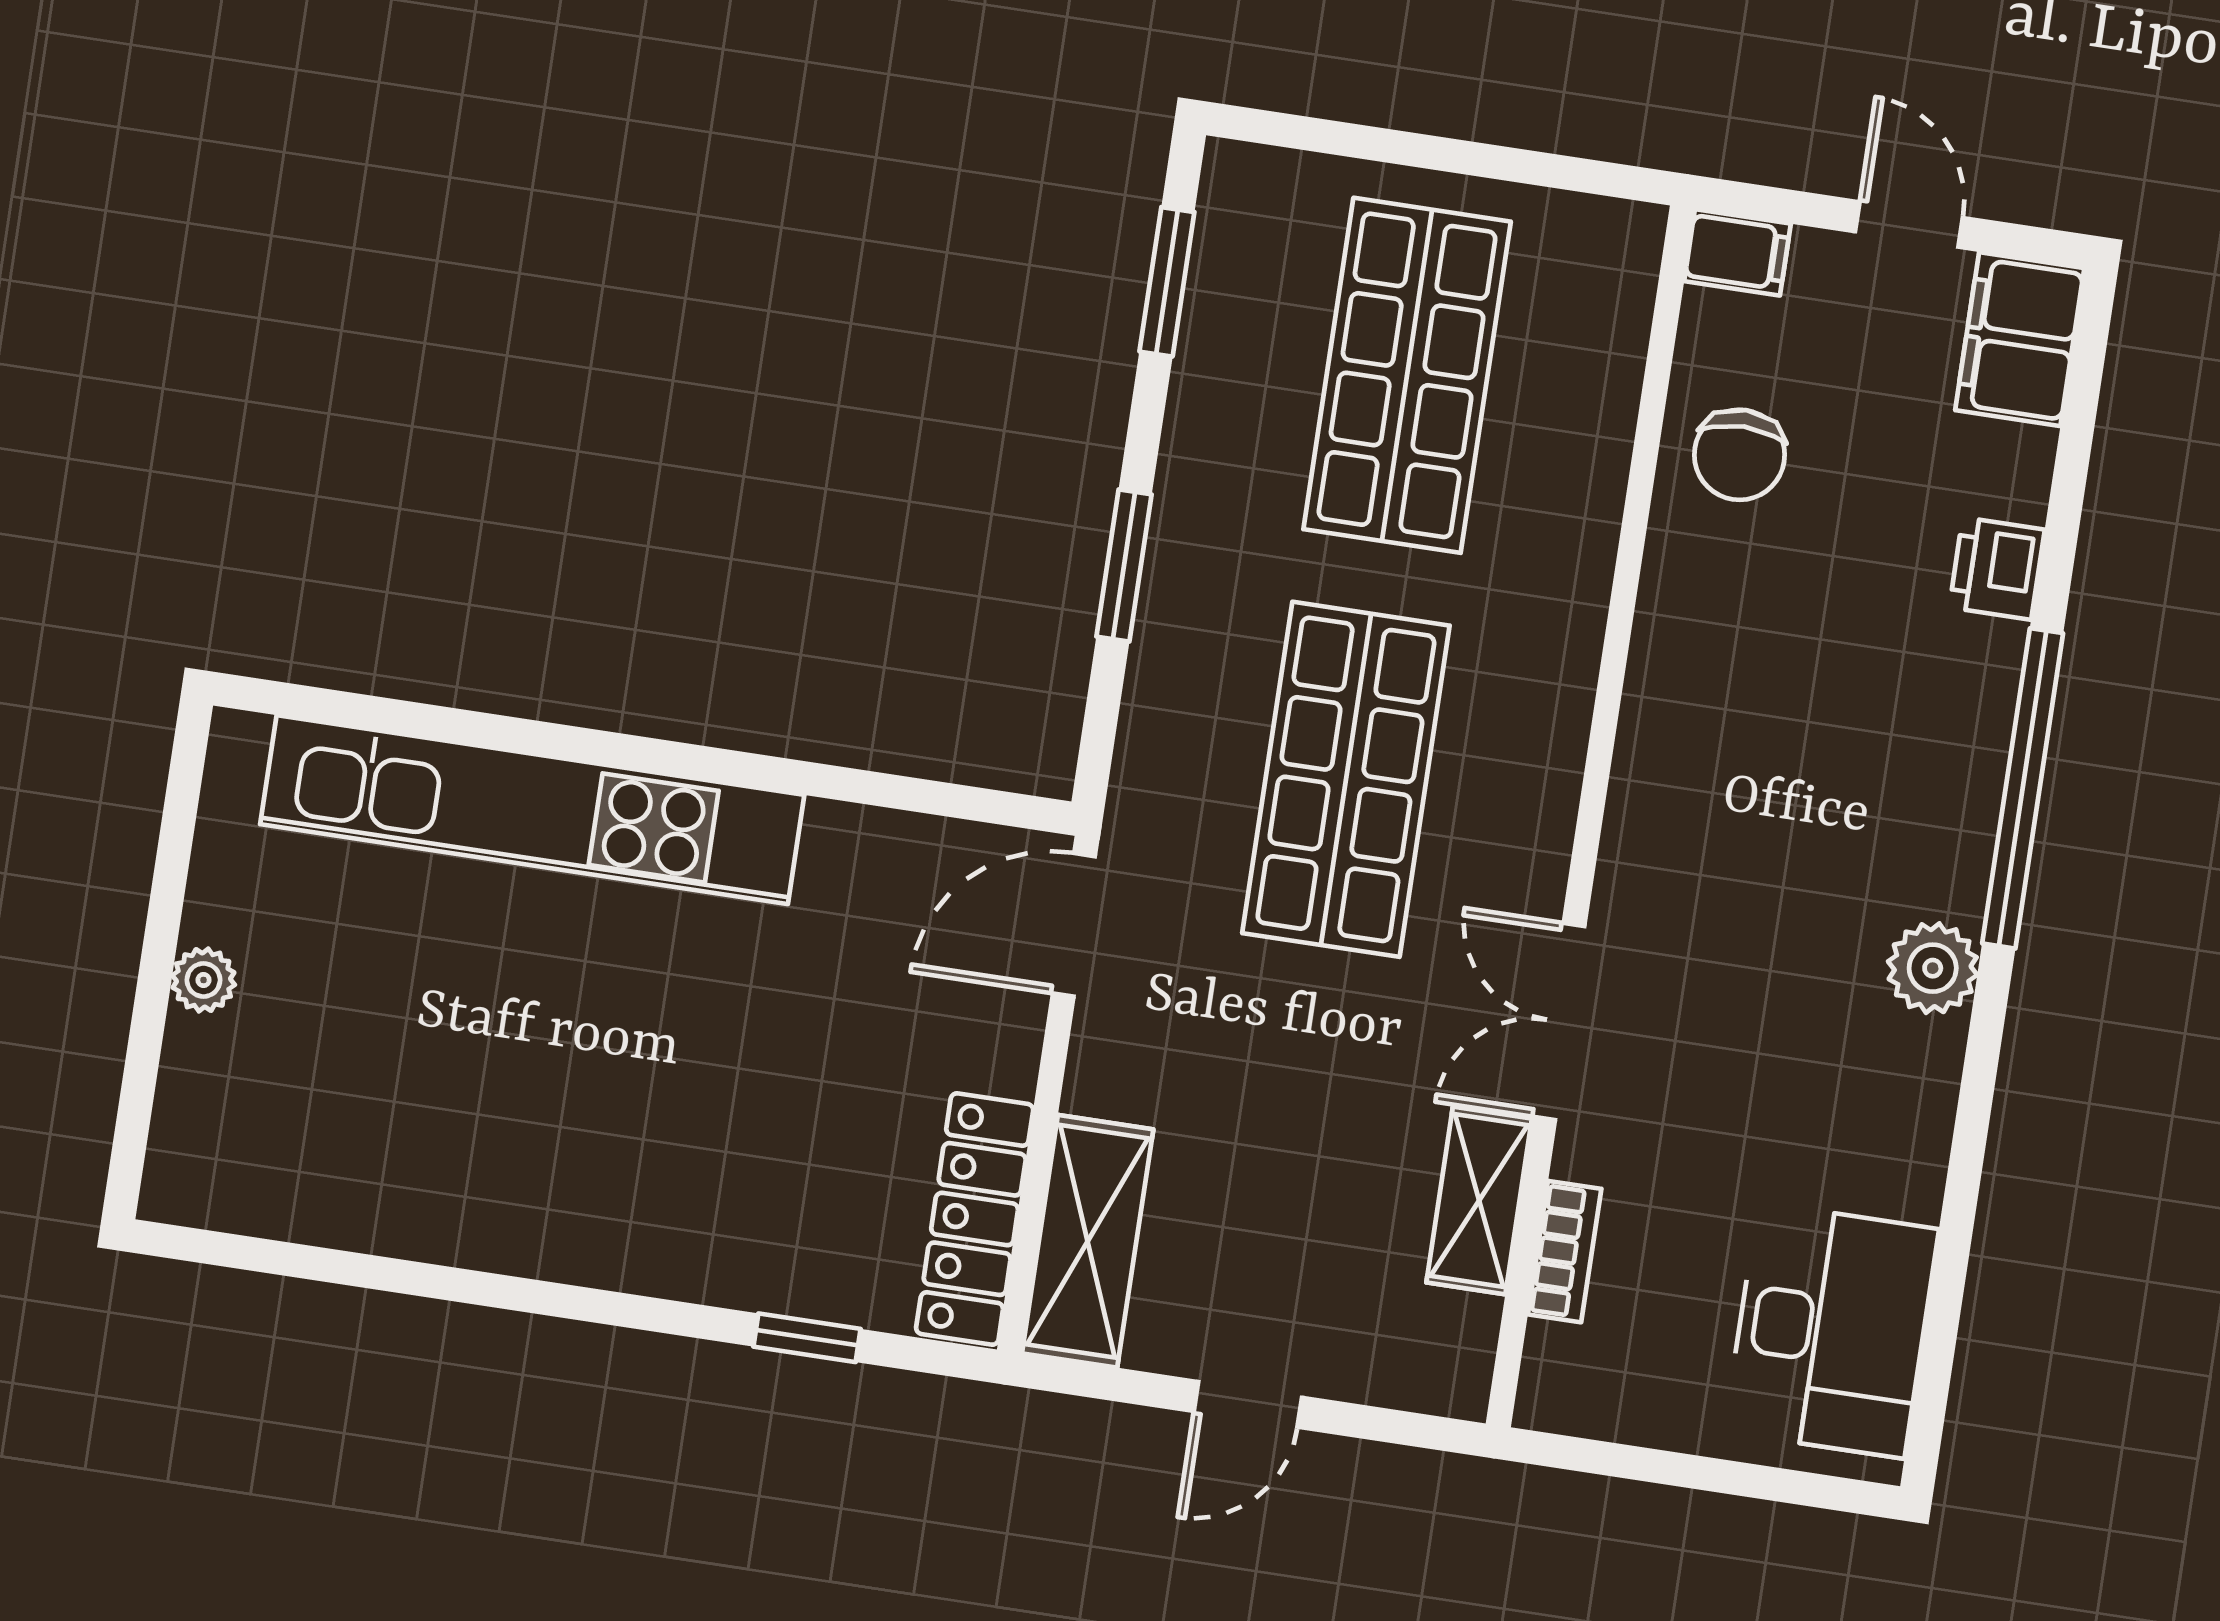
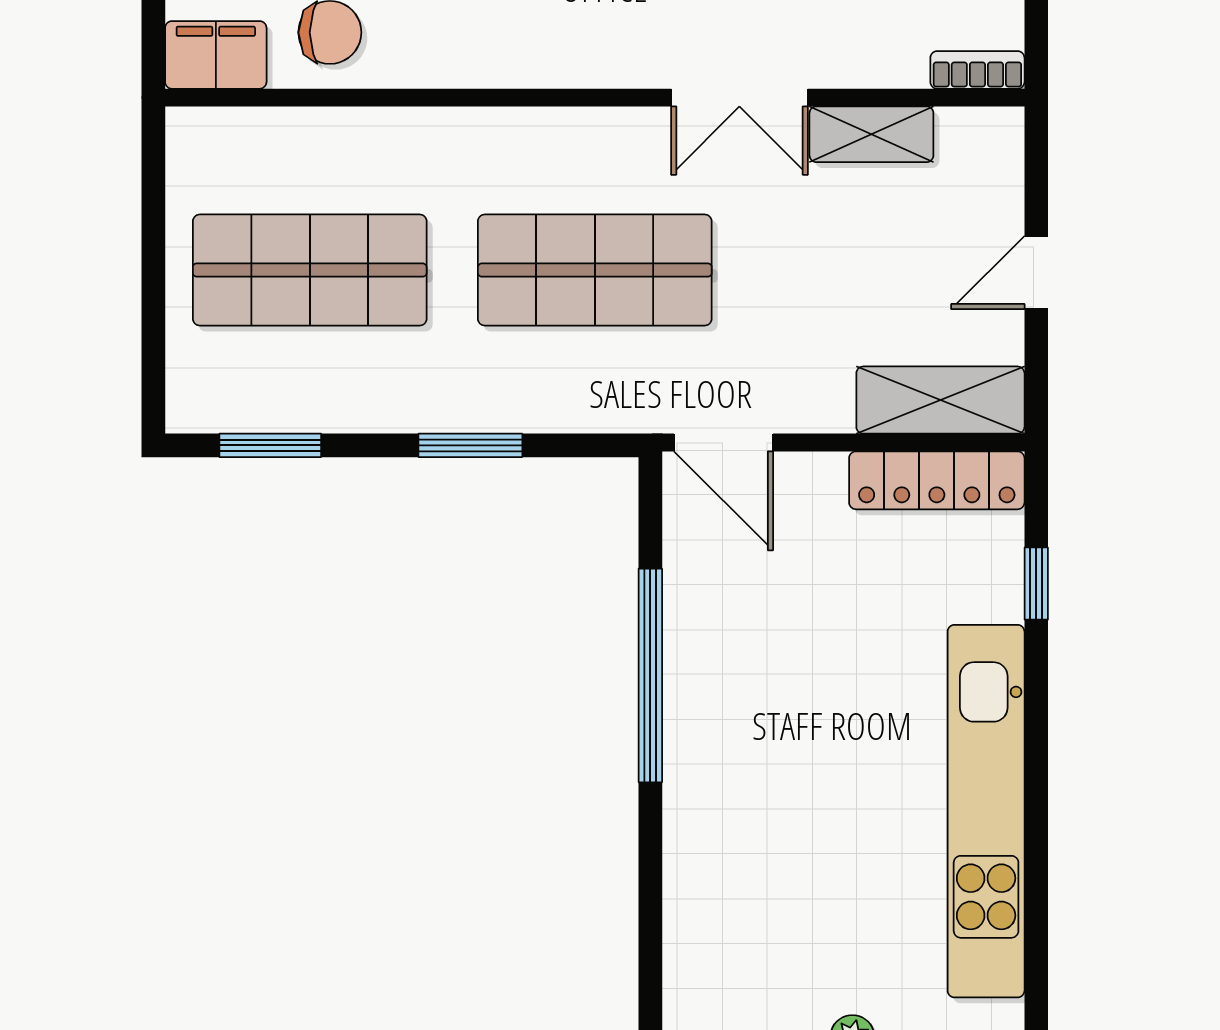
filing cabinet: (1737, 252) -> (216, 55), width x2.00
window: (760, 771) -> (650, 675), added
kitchen unit: (532, 810) -> (986, 811), moved, turned 180
bookcase: (1565, 1252) -> (977, 70), moved
door: (1248, 1404) -> (1036, 273), swing flipped

